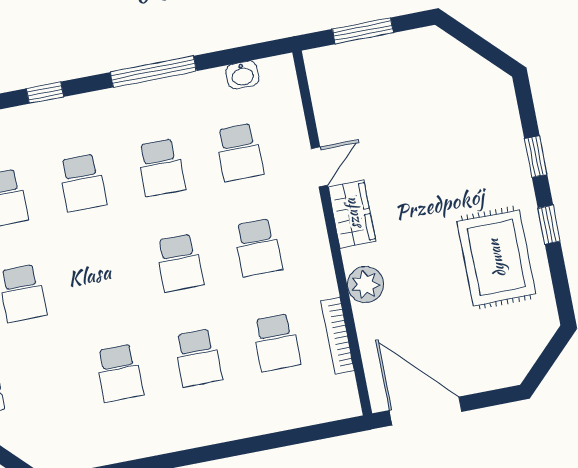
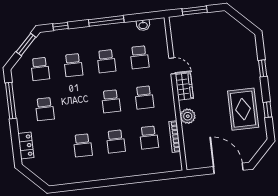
door: (319, 167) -> (172, 66), hinge flipped
window: (549, 225) -> (267, 110), moved
door: (425, 411) -> (228, 168), moved

